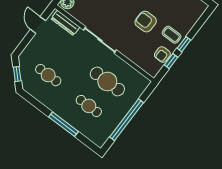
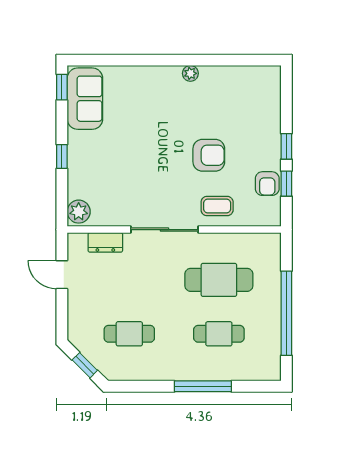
armchair: (146, 22) -> (209, 155), turned 180
dresser: (65, 23) -> (105, 242), width x0.70
coffee table: (172, 35) -> (217, 206), moved

